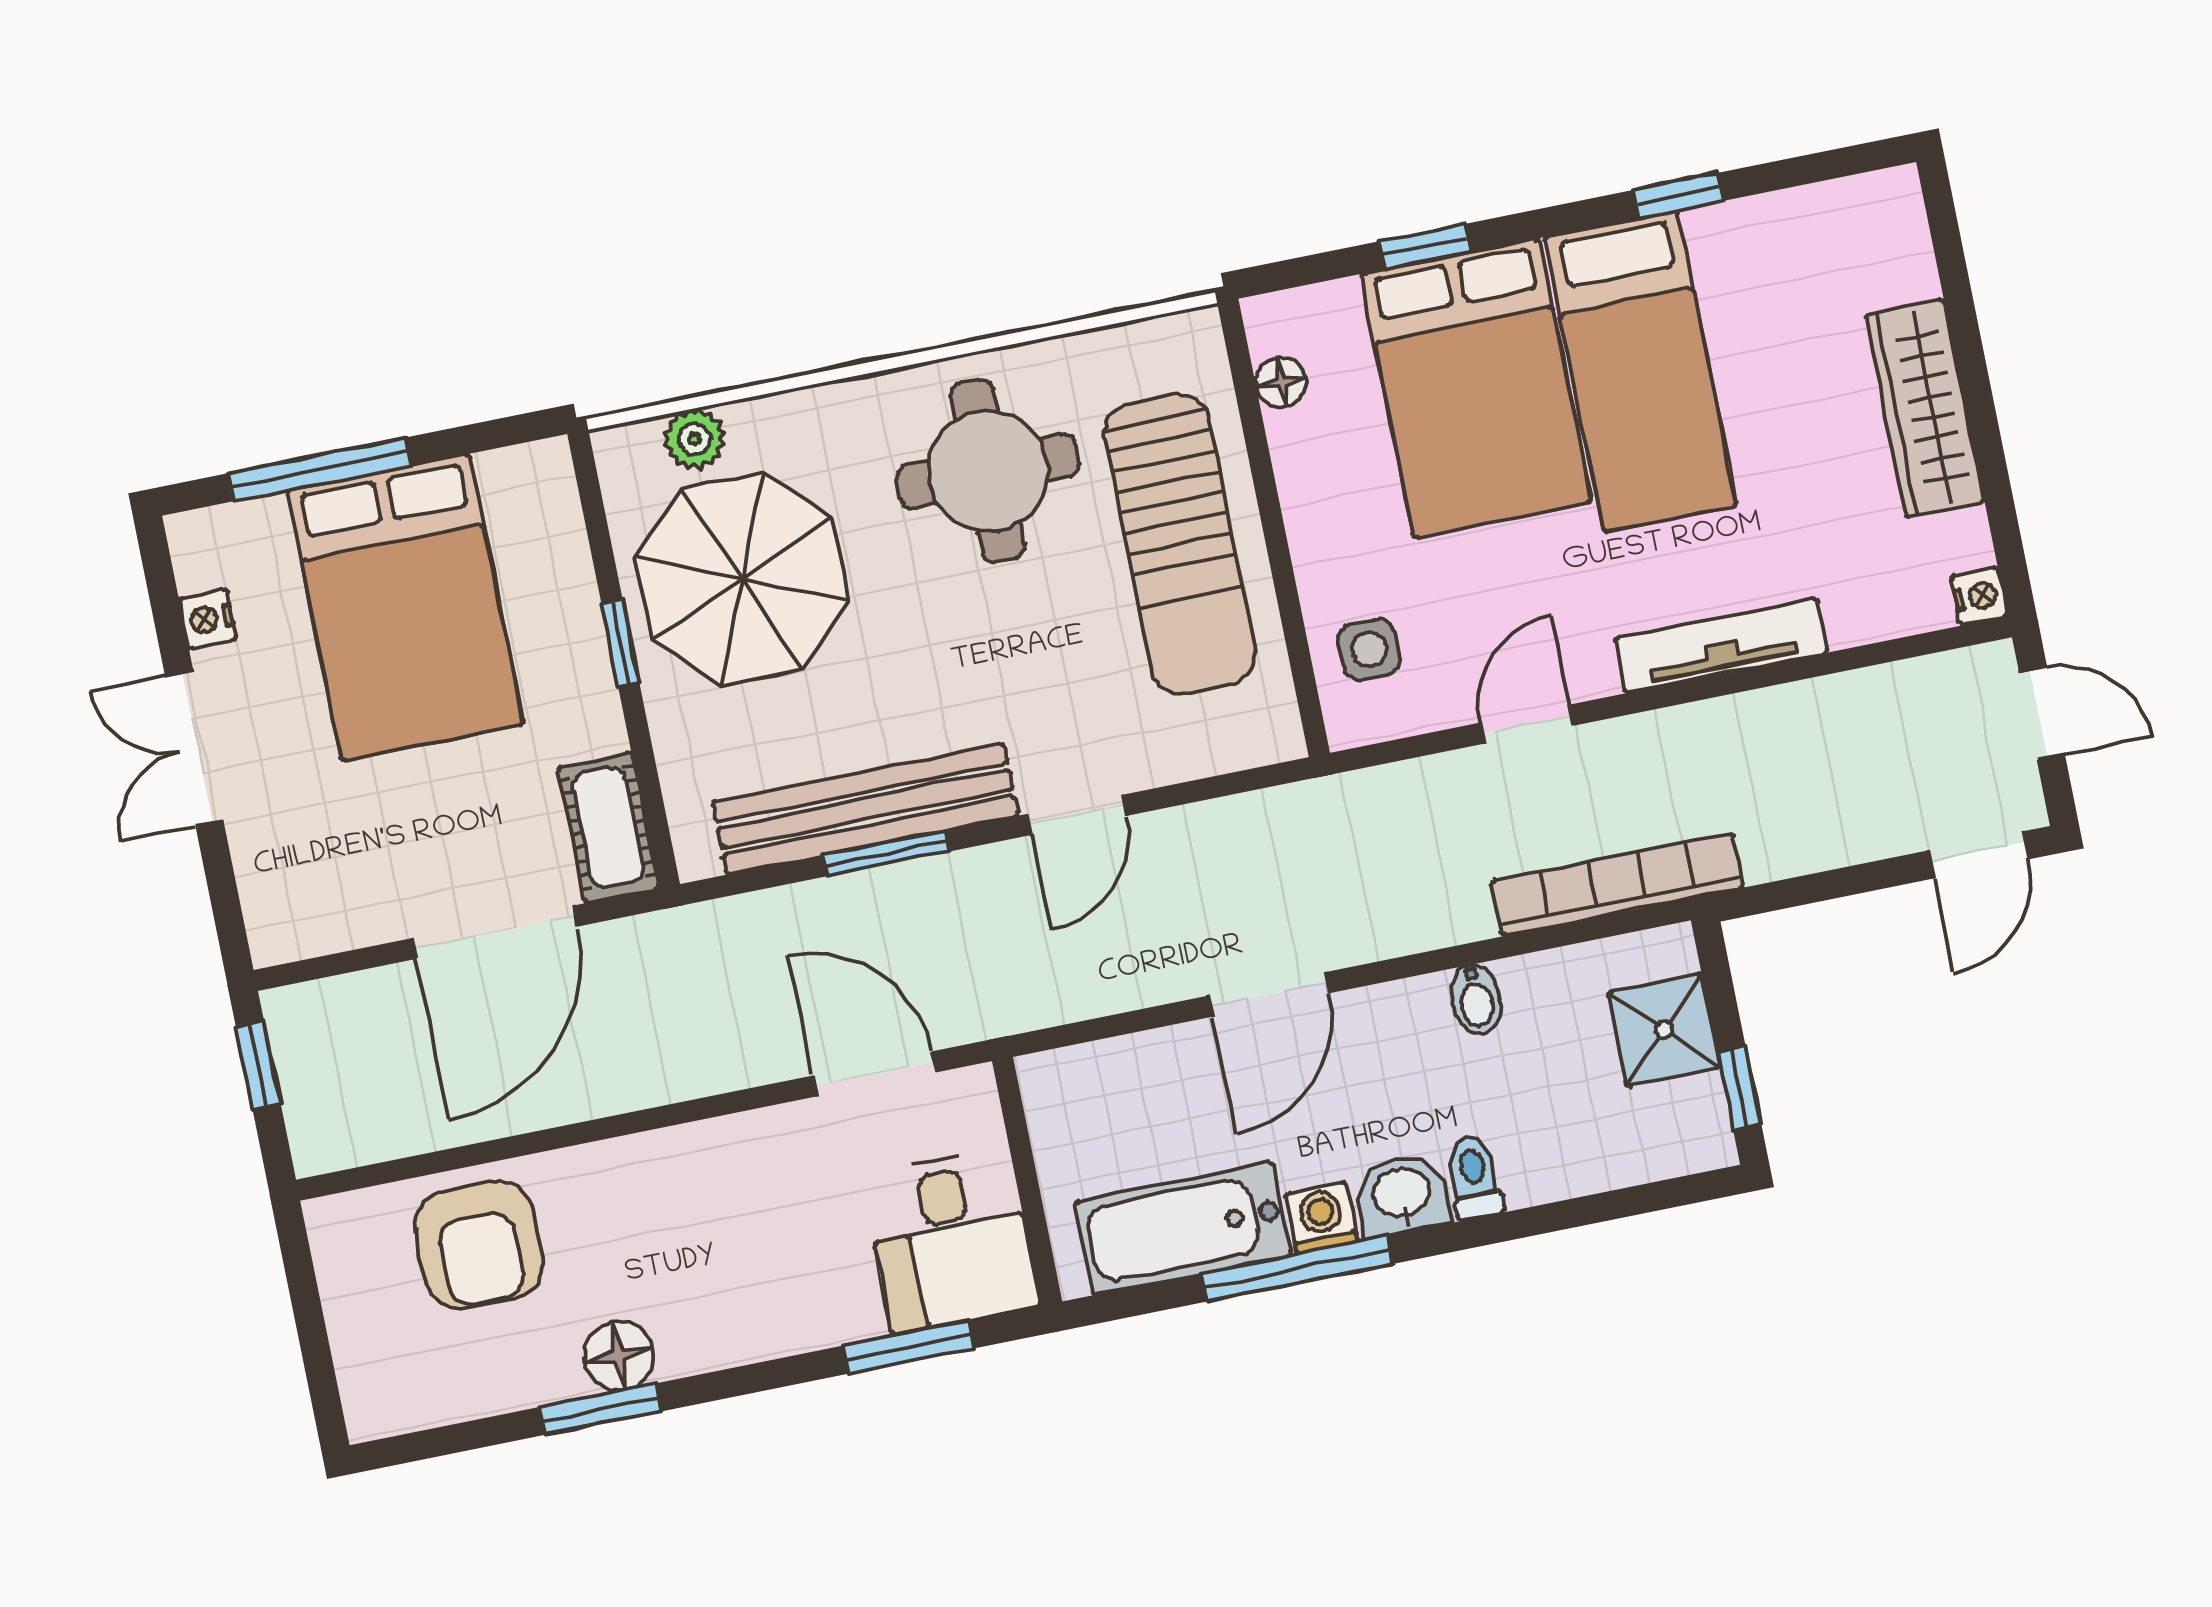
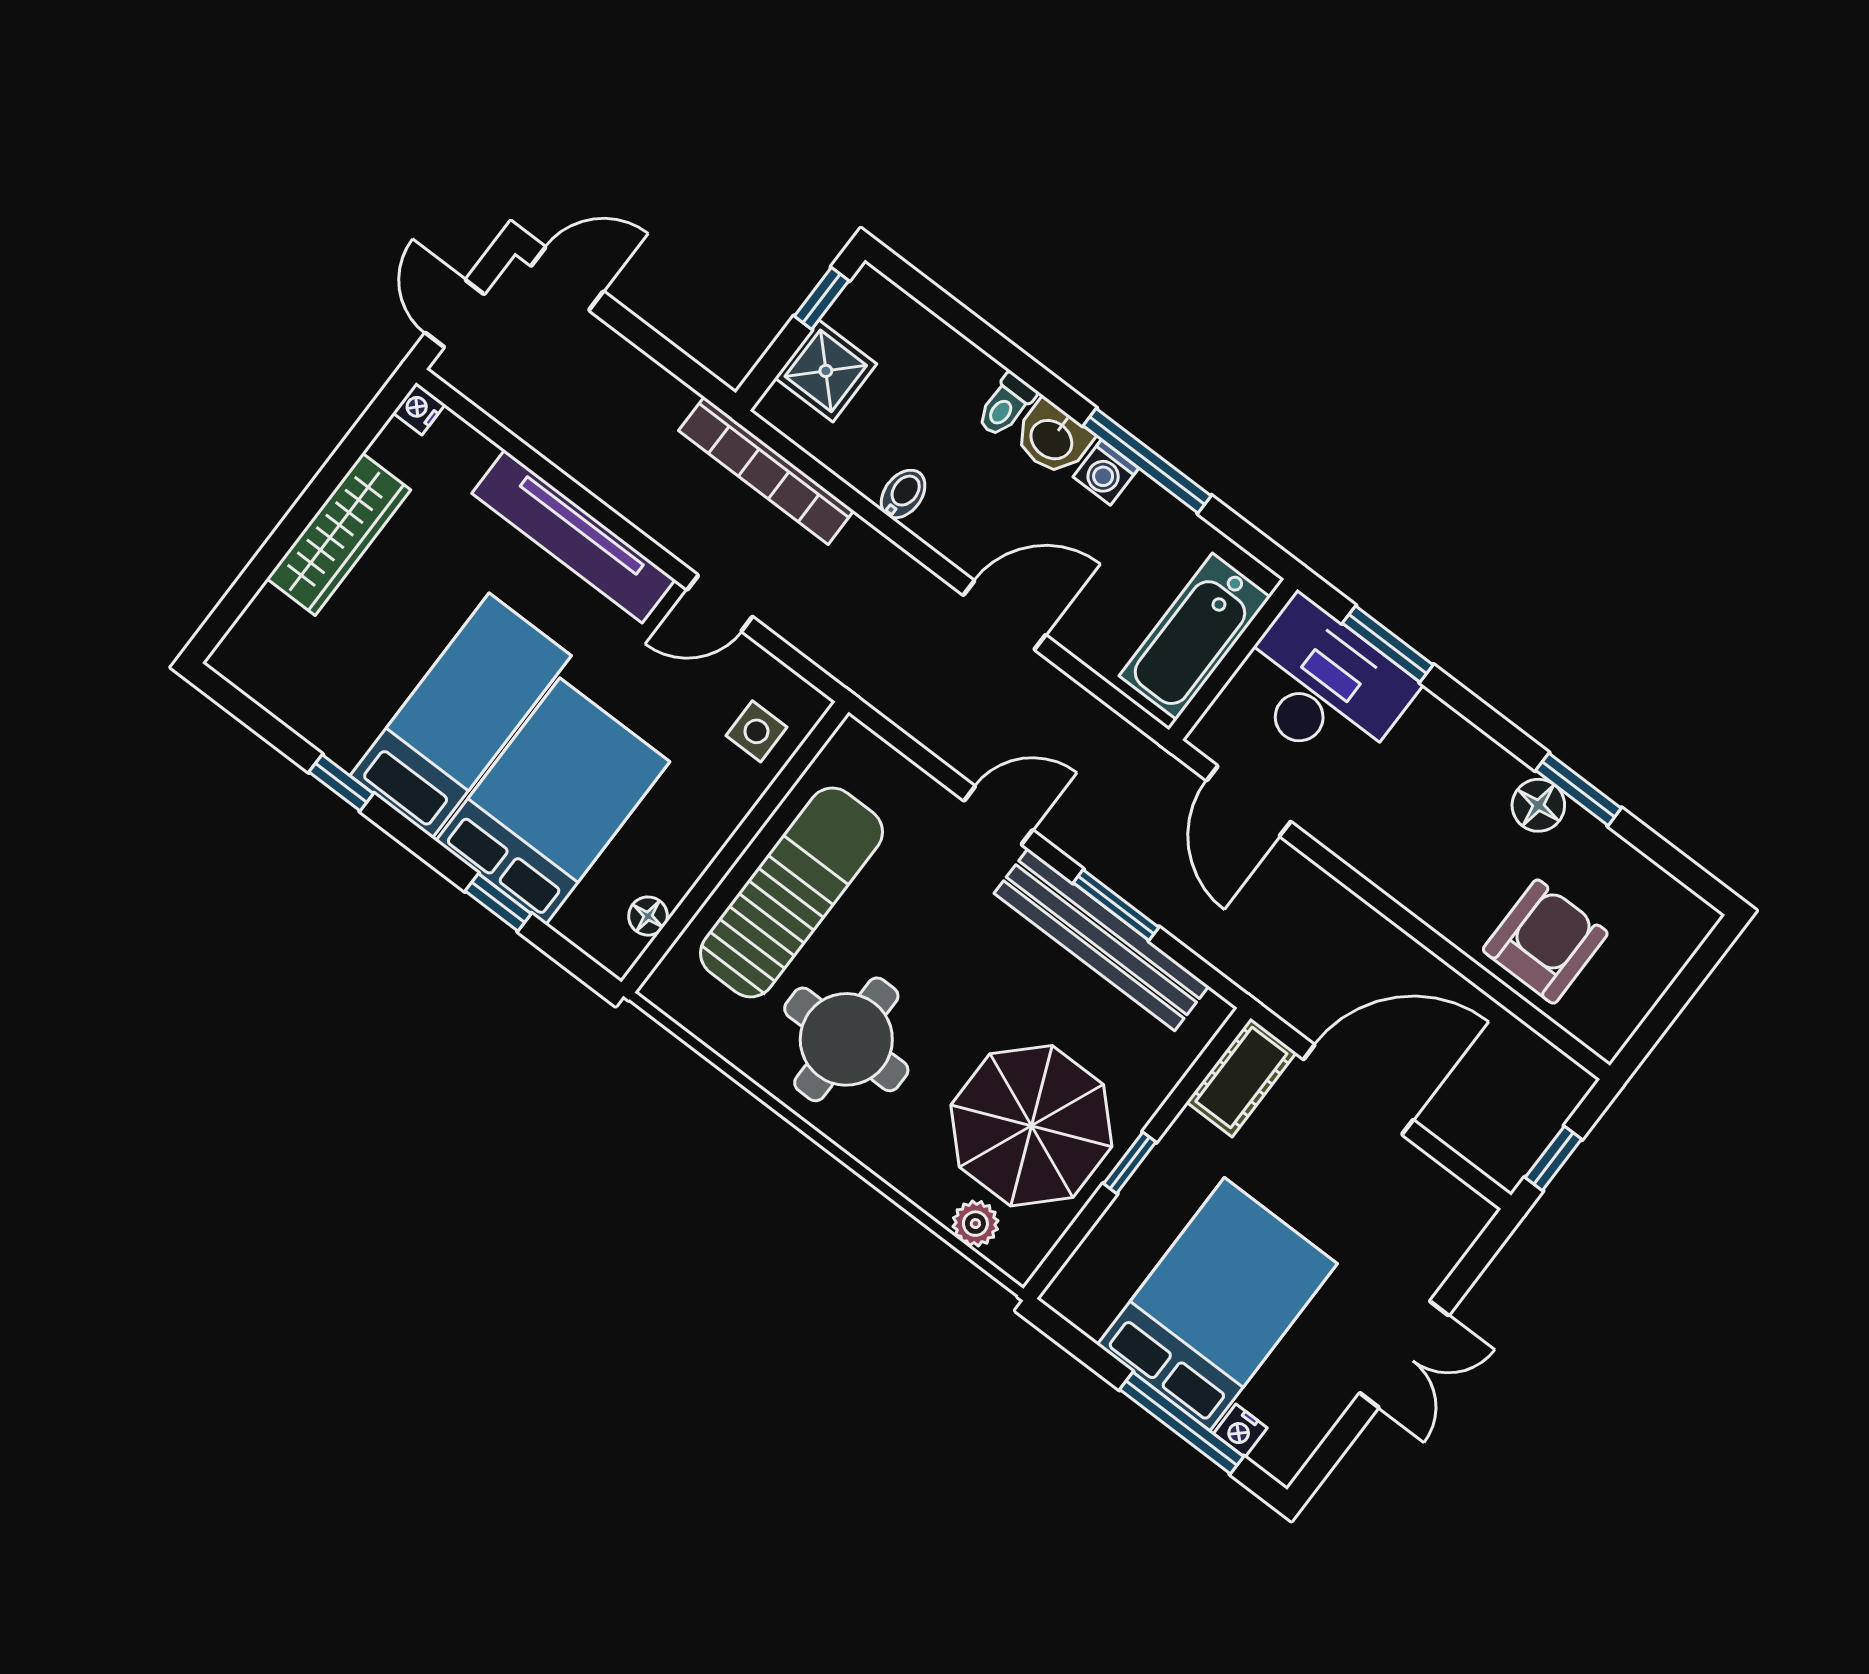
nightstand: (208, 619) -> (1240, 1431), moved, turned 90
tv unit: (1721, 646) -> (573, 536), width x1.36, depth x1.29
bathtub: (1183, 1228) -> (1195, 636), moved, turned 90
desk: (951, 1241) -> (1323, 686), width x1.37

